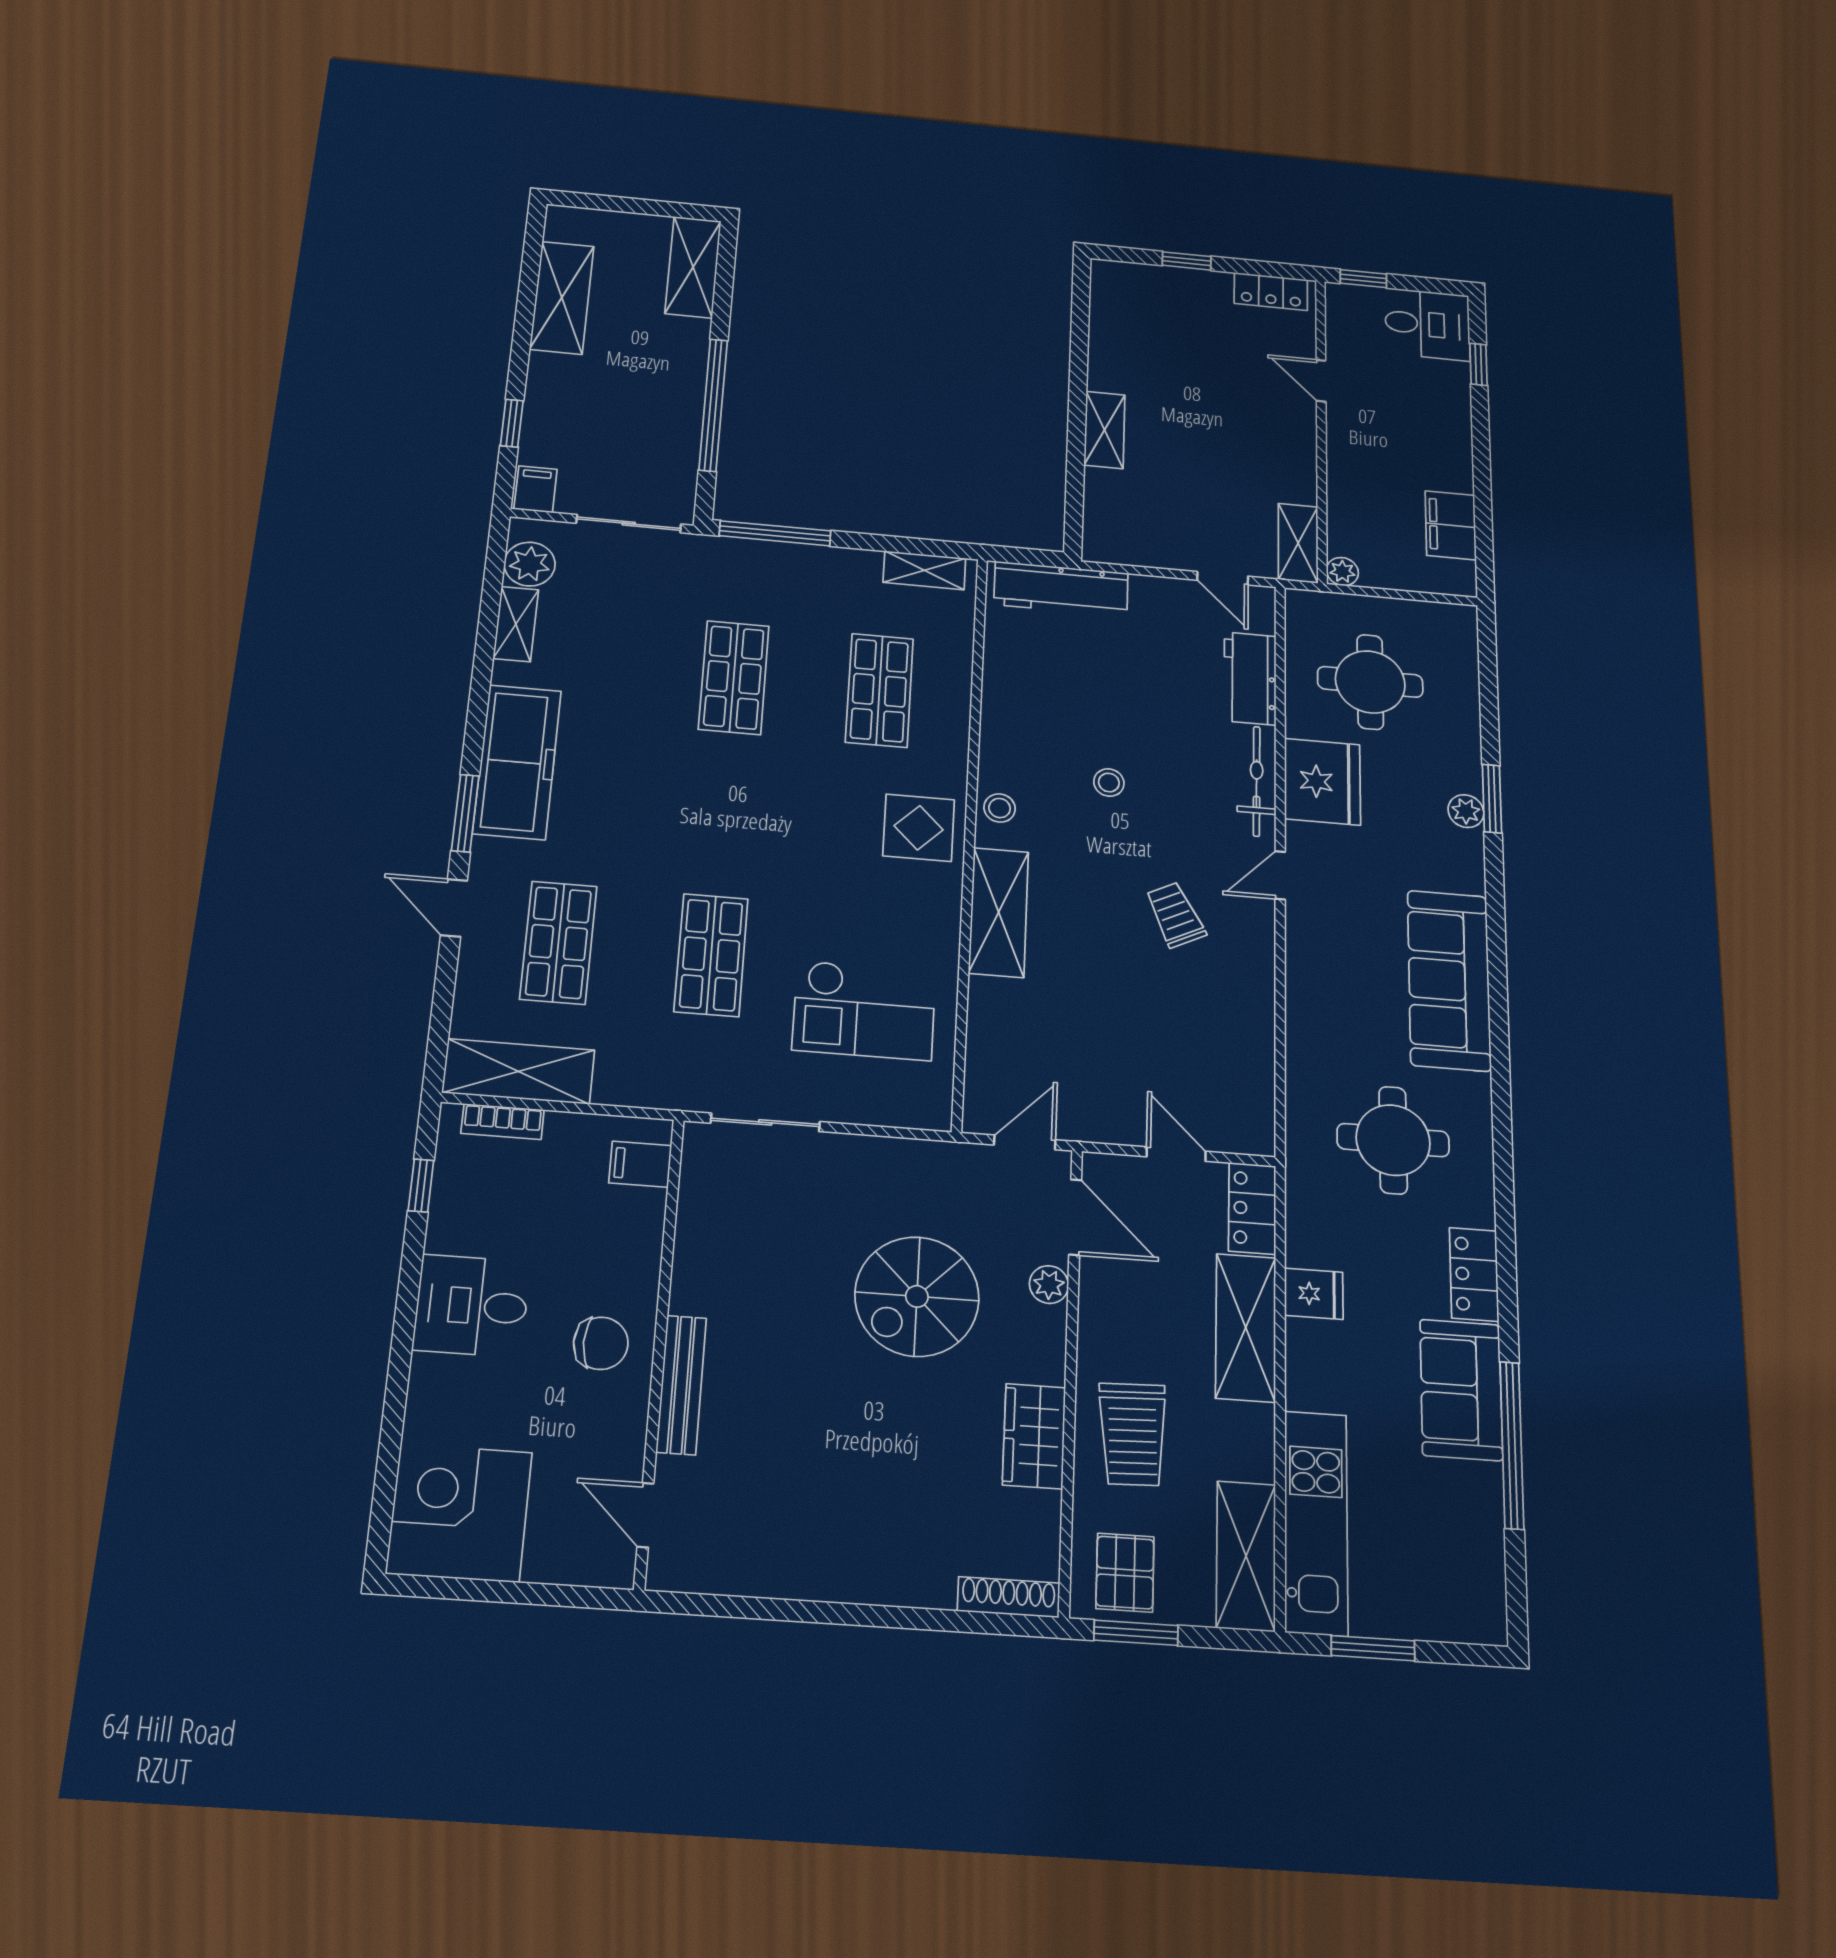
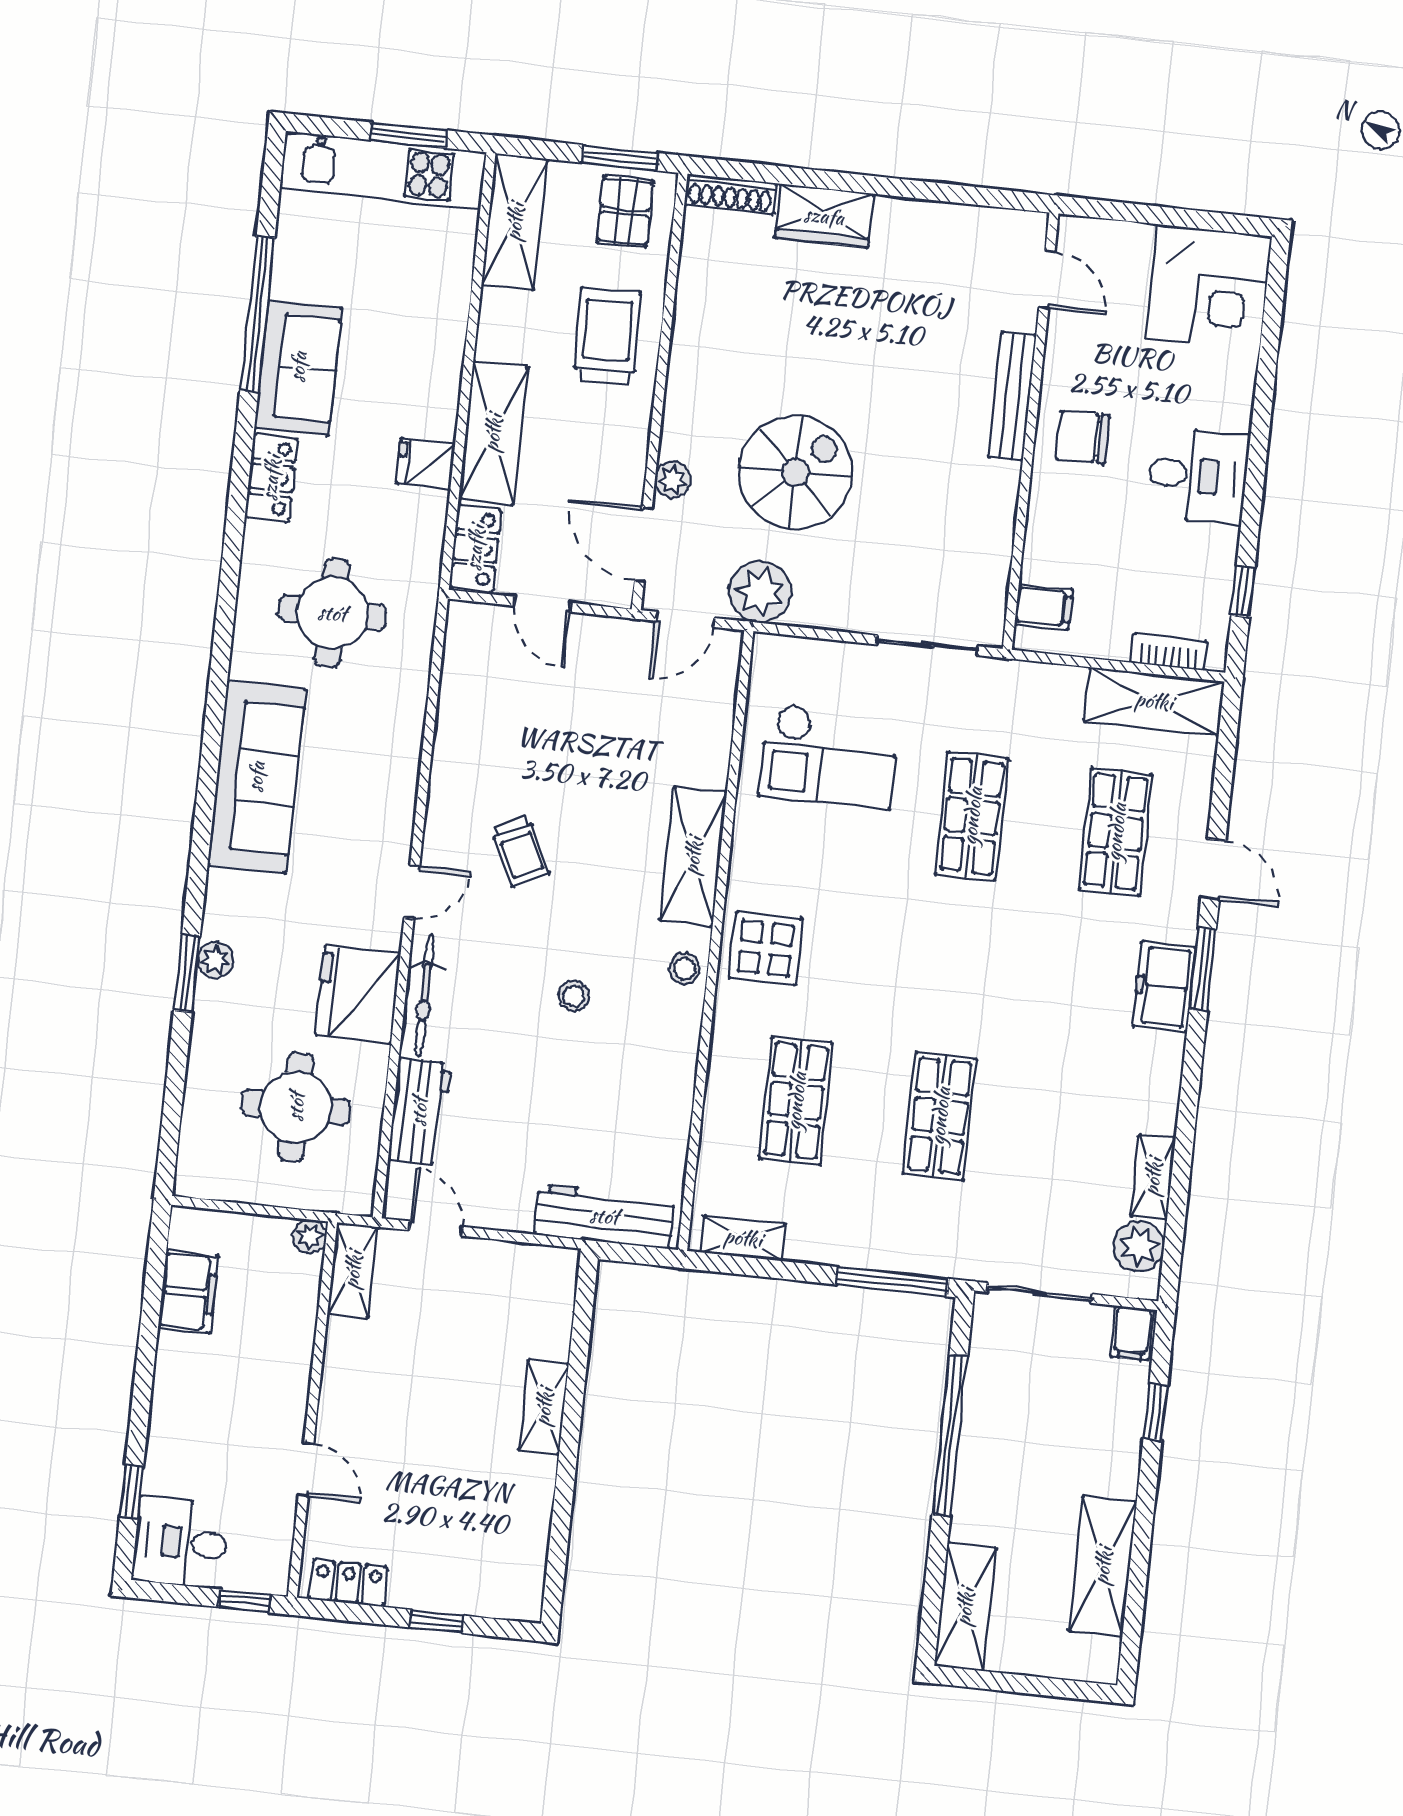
freezer: (517, 762) -> (1164, 987), width x0.52, depth x0.79
checkout: (864, 1010) -> (829, 757), turned 180
plant: (947, 1172) -> (760, 592), added
wardrobe: (1034, 1436) -> (824, 216), moved, turned 90
kitchen unit: (1316, 1522) -> (383, 170), moved, turned -90

